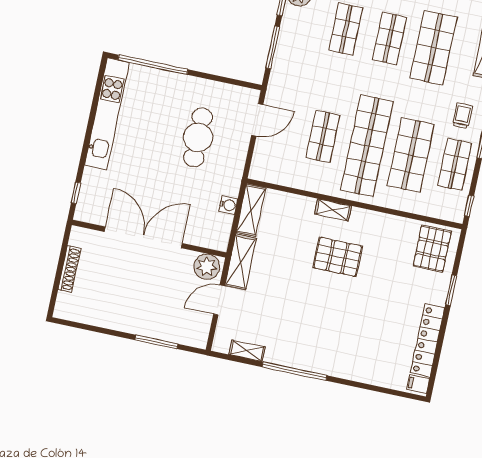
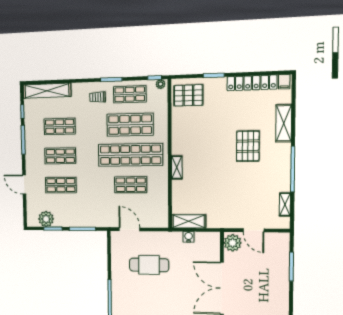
shop shelf: (434, 48) -> (60, 126), width x0.70, depth x0.74
plant: (458, 212) -> (161, 84), added
pallet: (338, 257) -> (248, 146), moved
shelving: (241, 262) -> (284, 123), moved, turned 90

